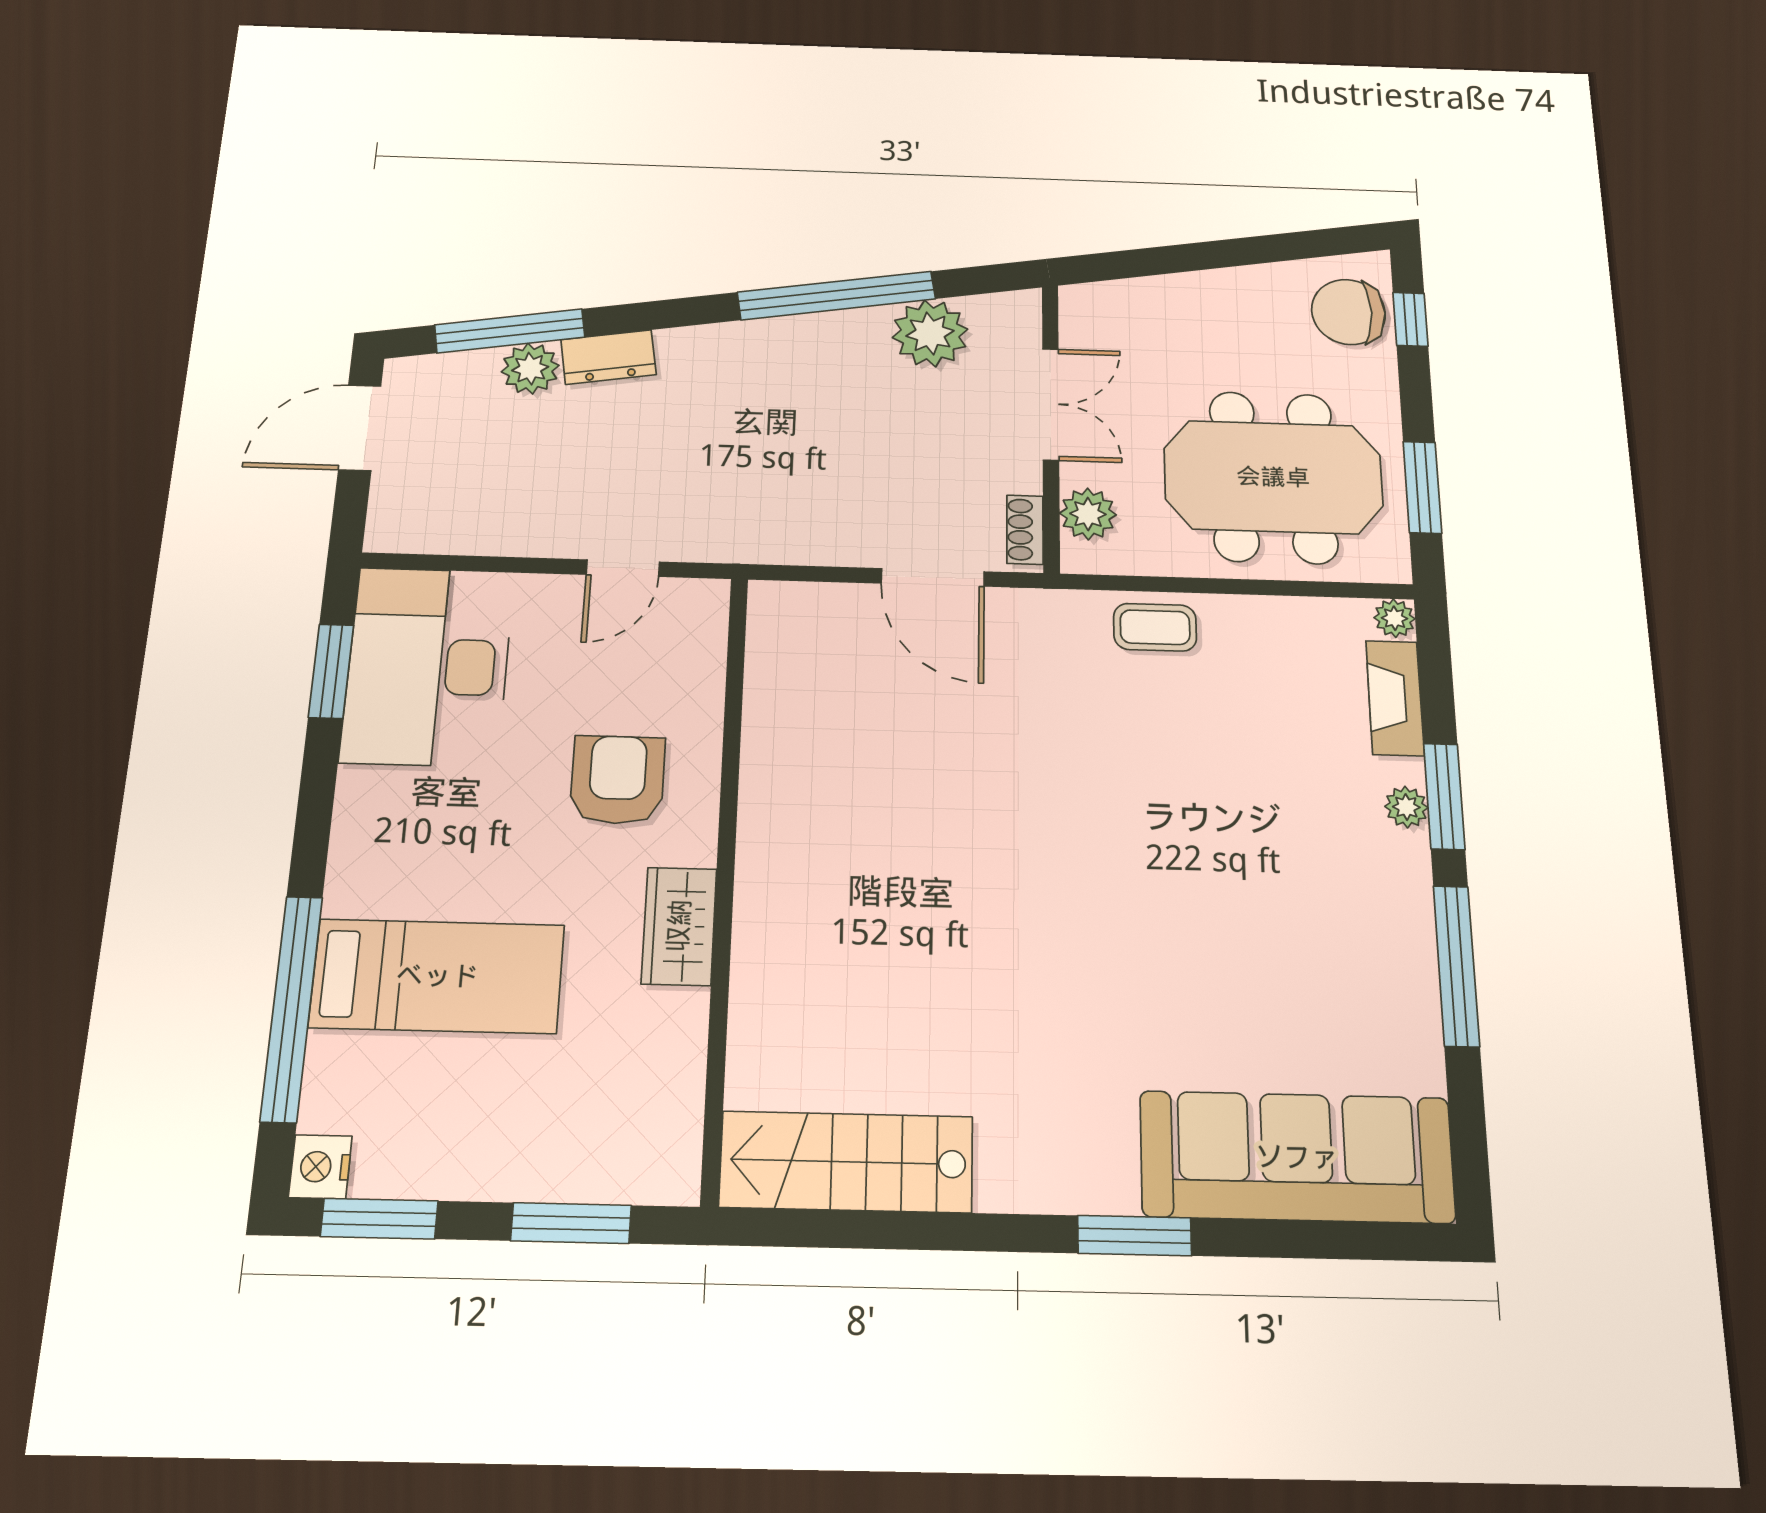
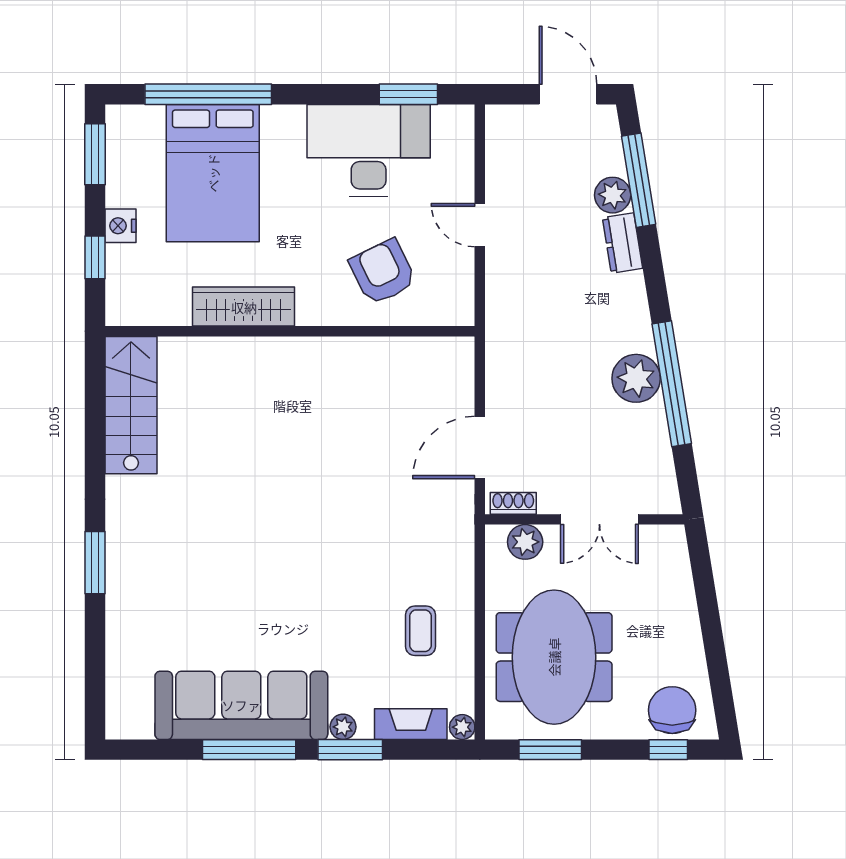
plant: (930, 333) -> (636, 378), moved
door: (623, 568) -> (480, 225), moved
coffee table: (1155, 627) -> (420, 631), moved
desk: (428, 666) -> (369, 150), moved
armchair: (618, 780) -> (383, 272), moved, turned -116
wardrobe: (679, 926) -> (244, 307), width x1.50
bed: (437, 976) -> (213, 173), width x1.50
sofa: (1297, 1157) -> (241, 705), moved, turned -90
nightstand: (320, 1167) -> (120, 226), moved, turned -90
window: (571, 1223) -> (95, 257), width x0.67

